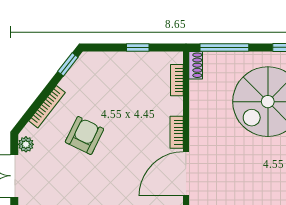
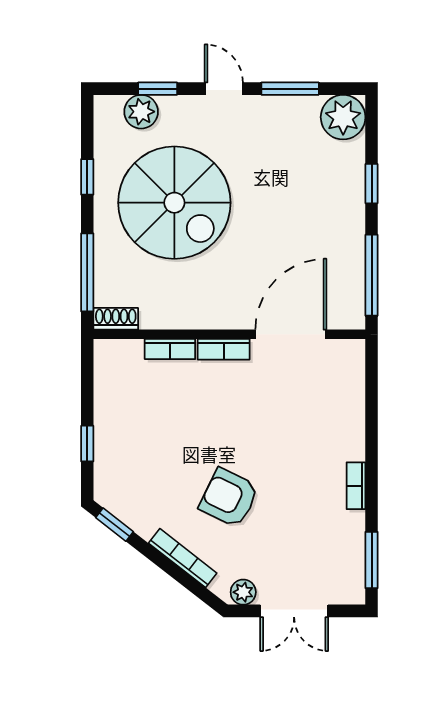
window: (138, 47) -> (87, 444), moved
bookcase: (177, 80) -> (170, 349), moved
door: (186, 174) -> (291, 334), swing flipped

